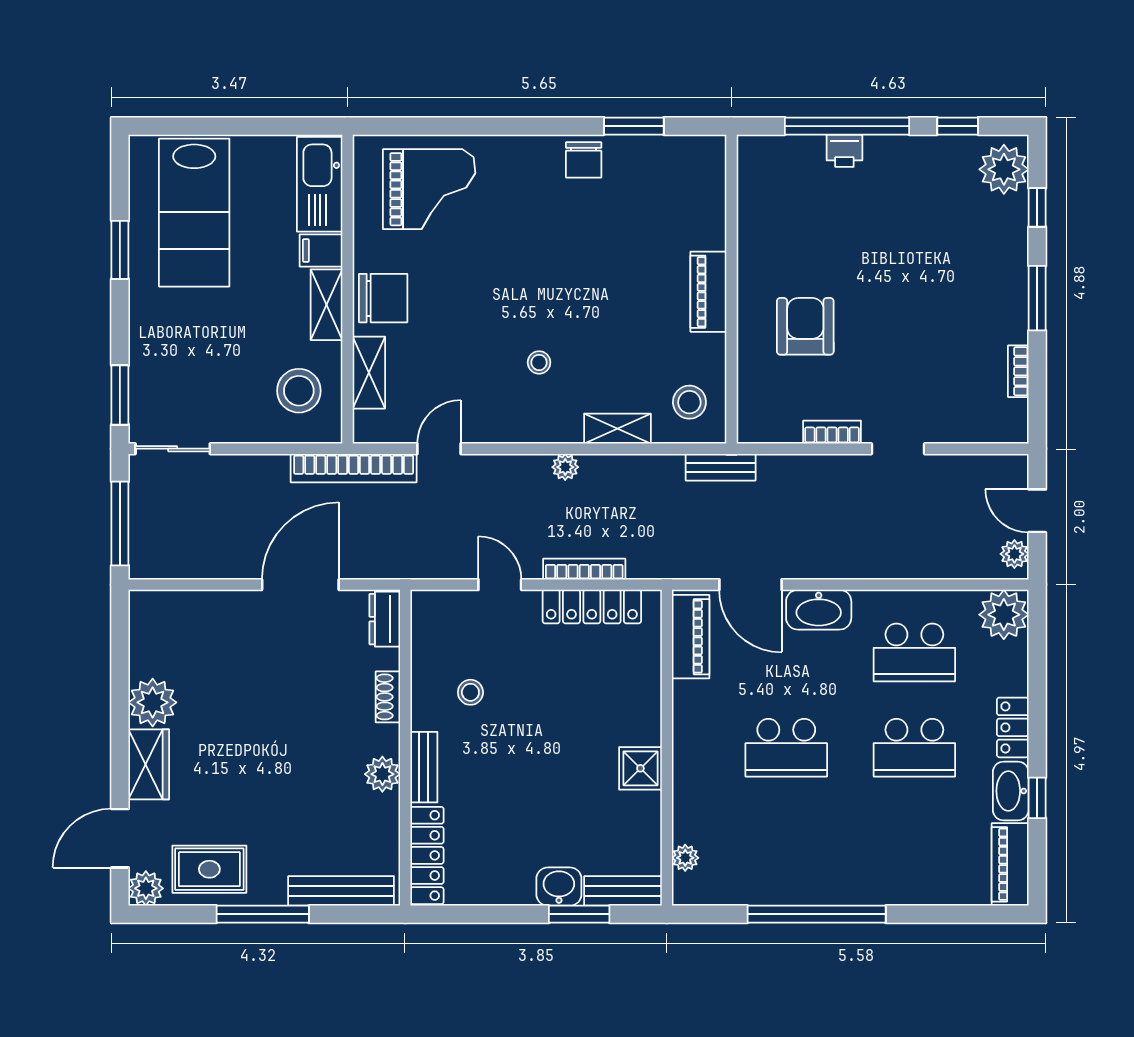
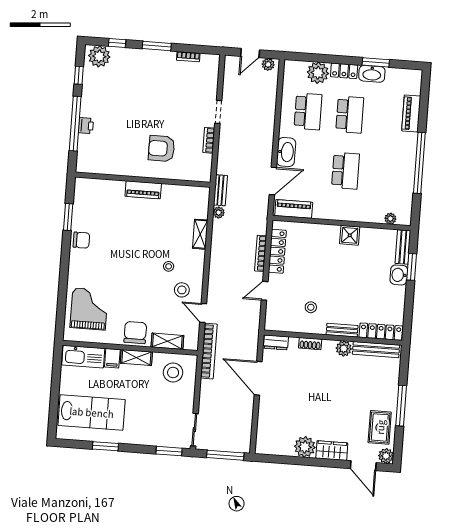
stool: (689, 402) -> (182, 290), moved
plant: (565, 467) -> (219, 212), moved
plant: (1004, 615) -> (318, 73), moved
window: (1037, 798) -> (376, 62), width x1.50
piano: (1010, 864) -> (411, 113), moved, turned 90
bench: (341, 891) -> (376, 350), moved, turned 90

